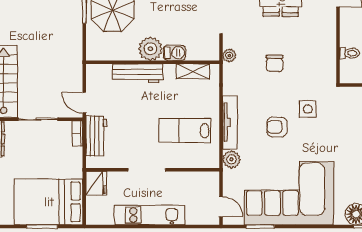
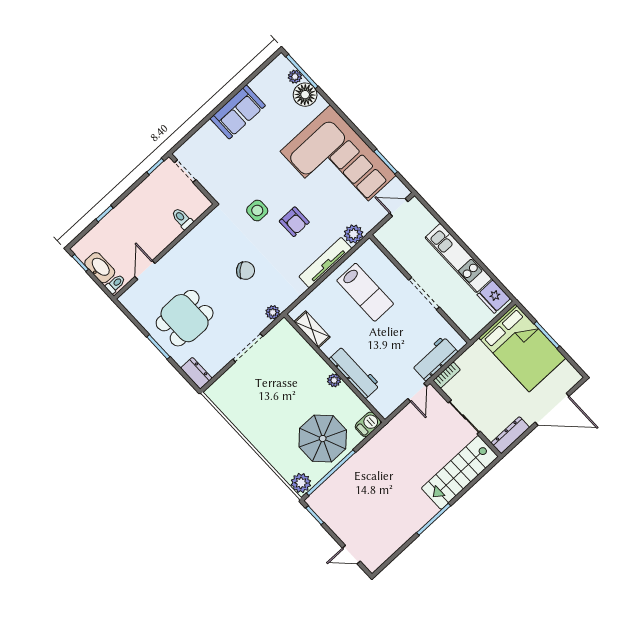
plant: (150, 49) -> (334, 380), width x0.53, depth x0.53
barbecue: (175, 53) -> (368, 424), moved, turned 90
chair: (275, 63) -> (245, 271), turned 49
fridge: (96, 183) -> (494, 297), moved, turned -90
door: (221, 207) -> (399, 207), hinge flipped

